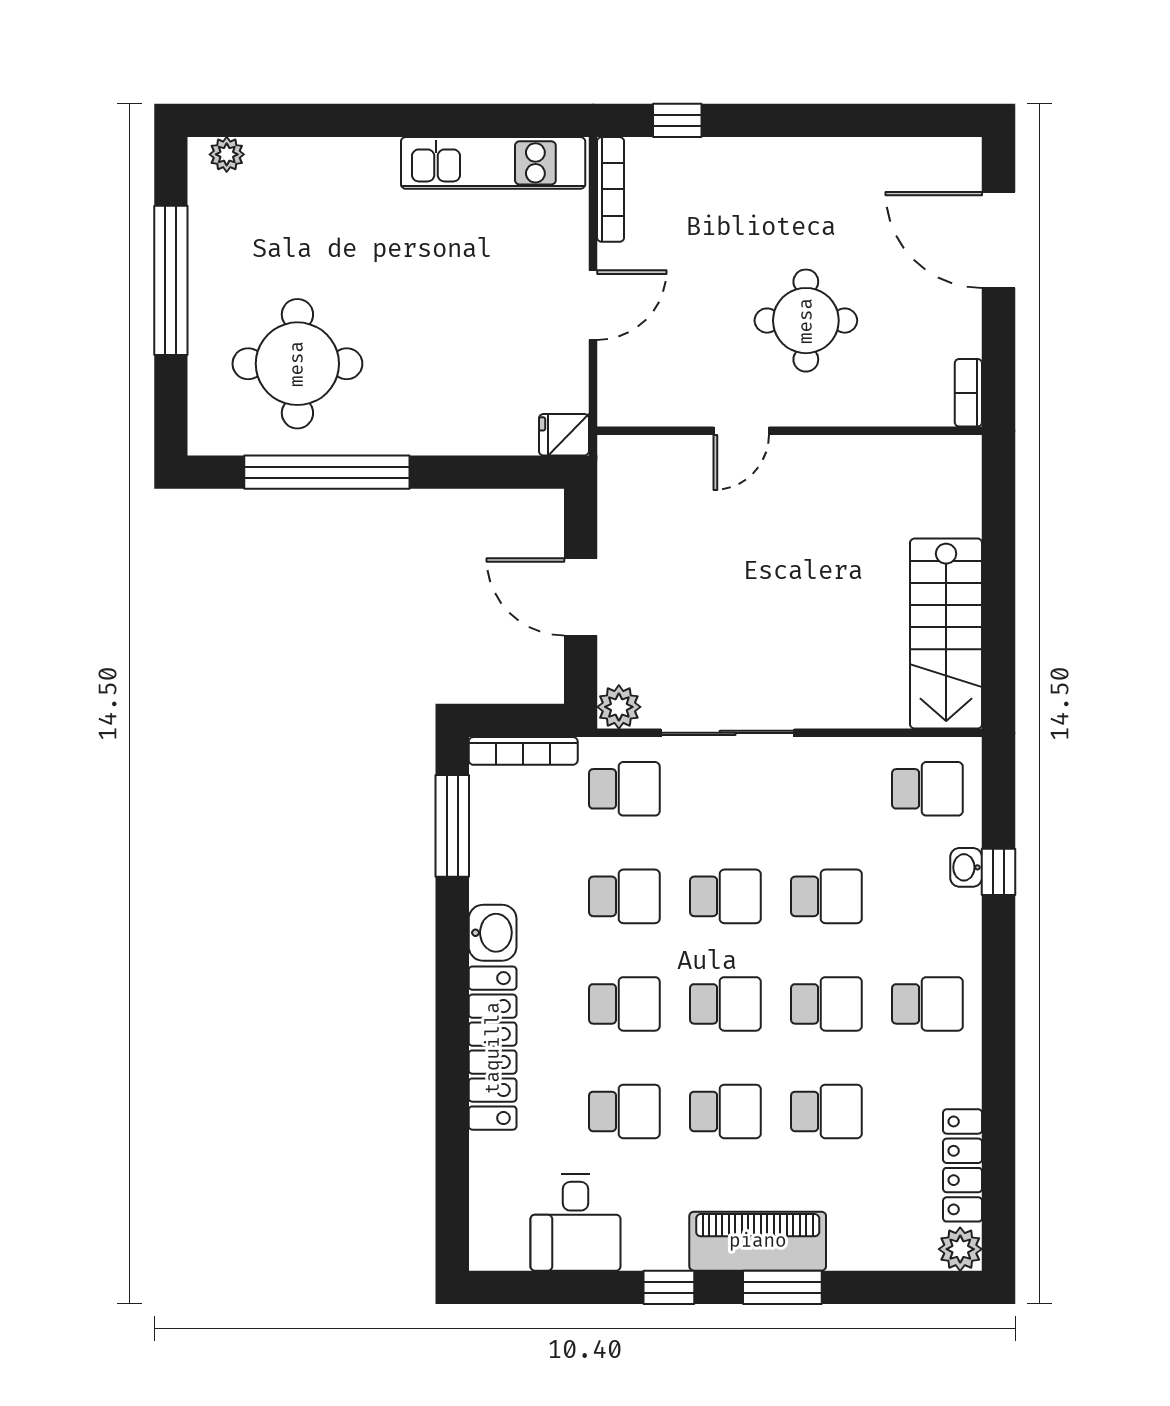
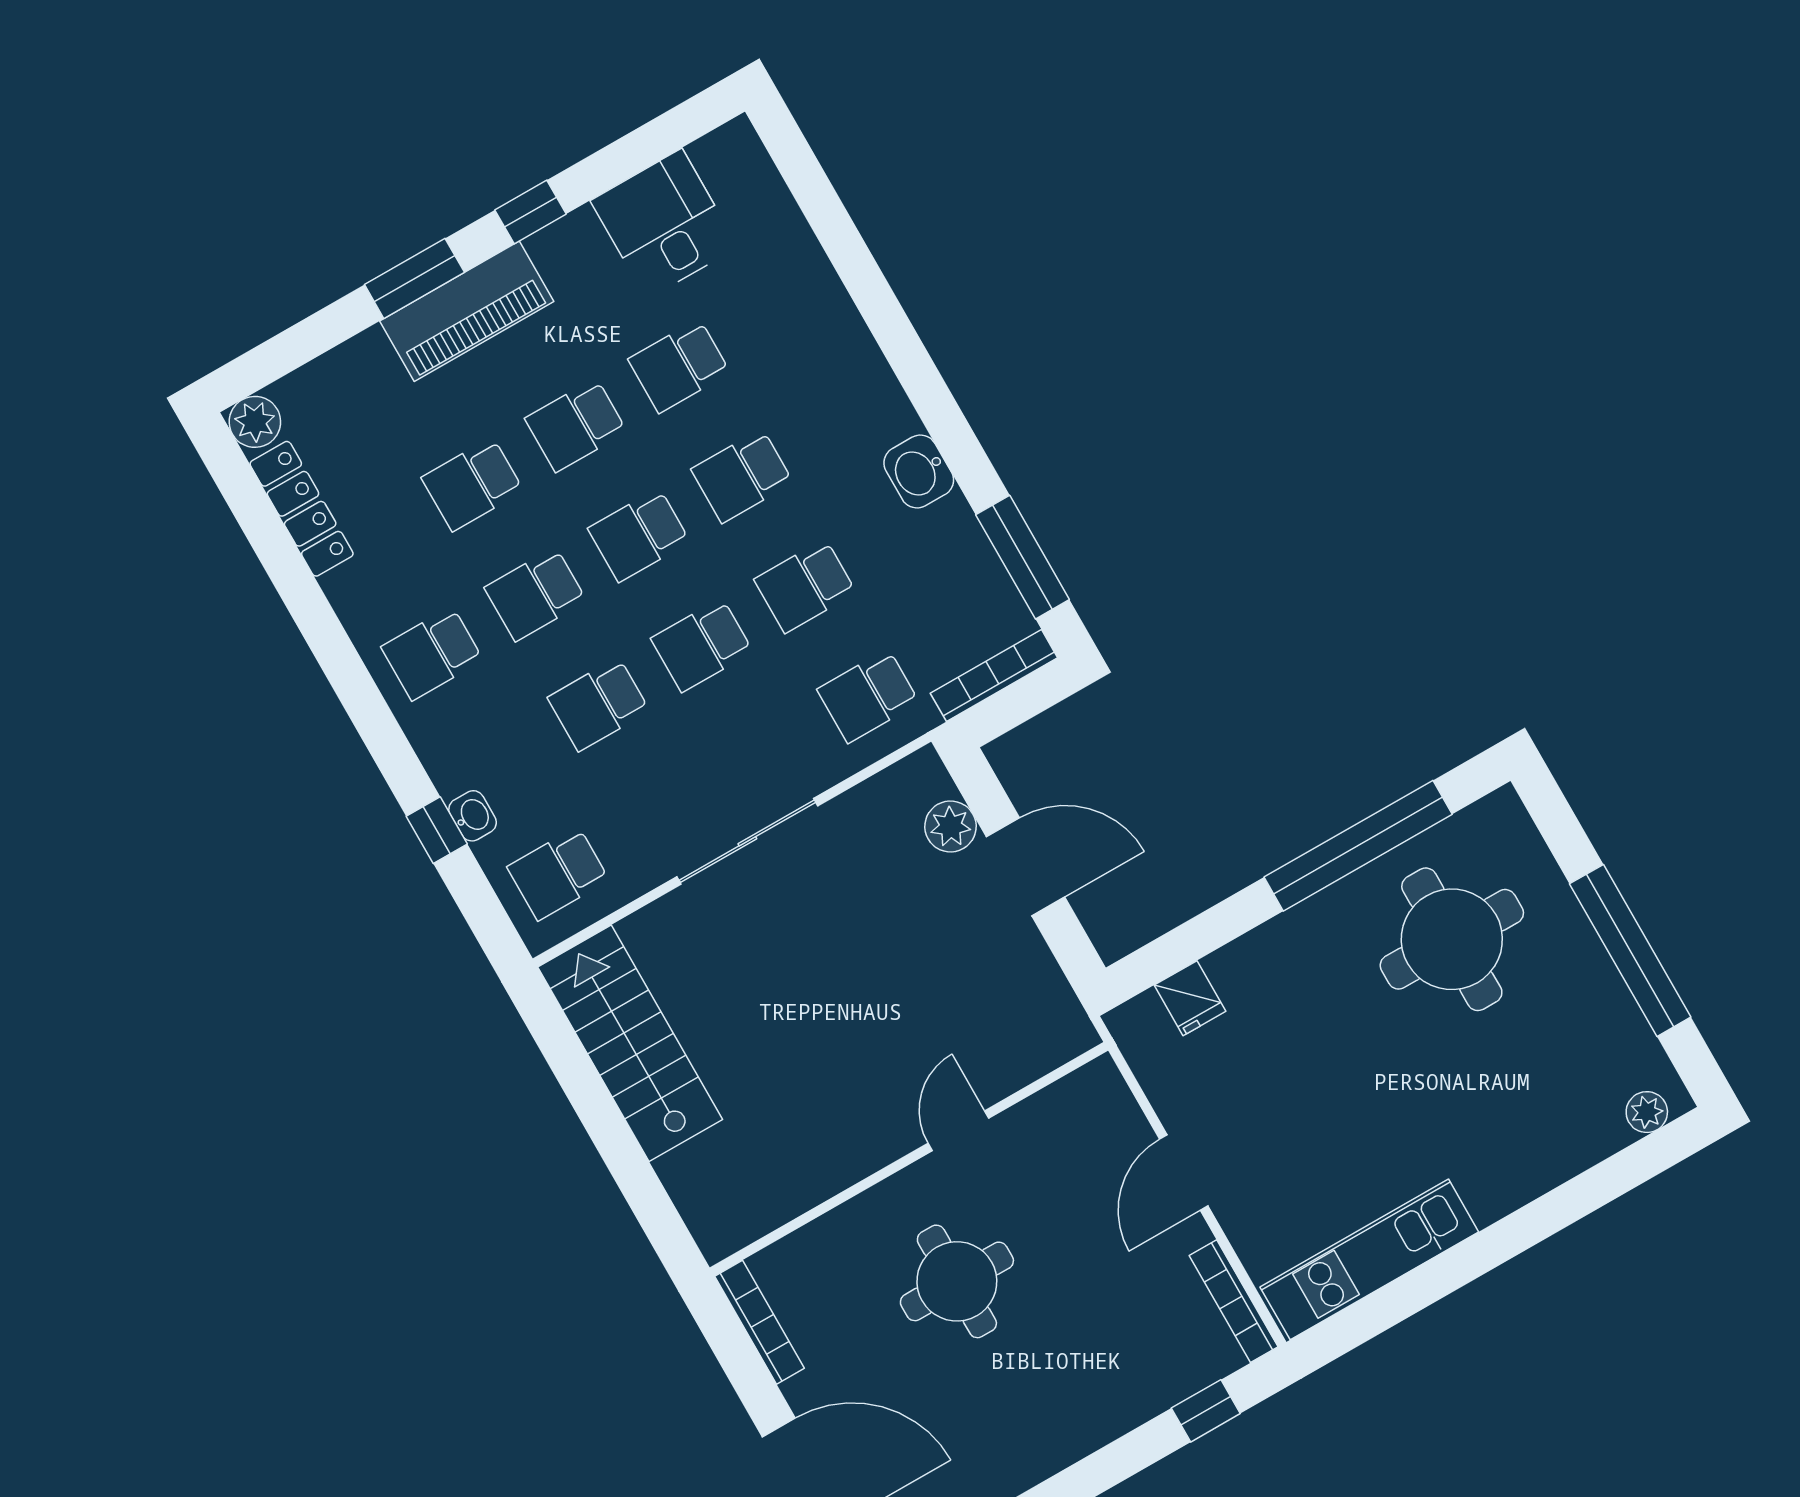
bookcase: (968, 393) -> (759, 1322), width x1.56
fridge: (564, 435) -> (1190, 998), moved, turned 90
plant: (619, 707) -> (950, 826), moved
sliding door: (728, 733) -> (747, 841), moved
locker: (493, 1048) -> (851, 353), removed

